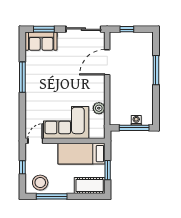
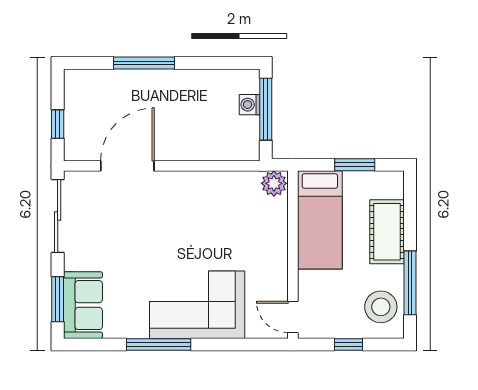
door: (107, 62) -> (127, 166), swing flipped
plant: (99, 108) -> (274, 183), moved
corner sofa: (66, 123) -> (197, 305), moved, turned 90
cot: (90, 185) -> (387, 232), moved

